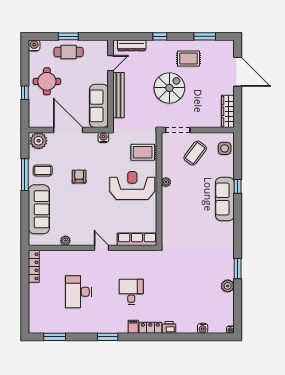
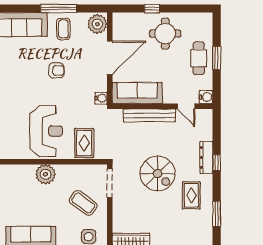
dresser: (132, 45) -> (206, 157), moved
water cooler: (34, 46) -> (206, 97), moved
plant: (166, 182) -> (45, 174), width x1.88, depth x1.88

